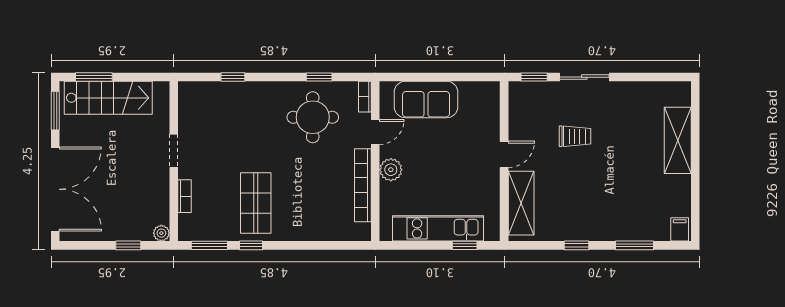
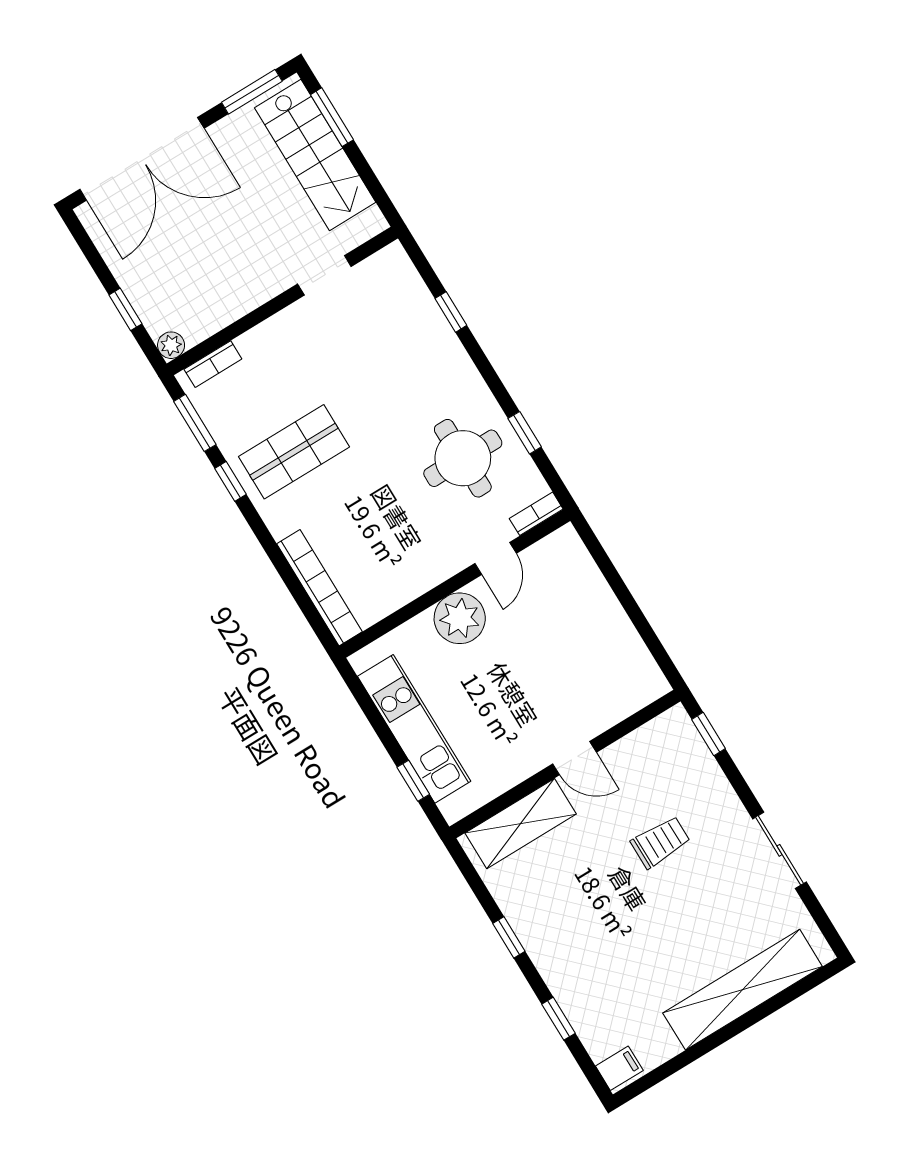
sliding door: (584, 77) -> (779, 850), moved
sofa: (426, 100) -> (585, 602), removed
door: (375, 132) -> (496, 558), hinge flipped
trolley: (575, 136) -> (660, 842), turned -90
shelving: (678, 140) -> (743, 990), width x1.47
doorway: (174, 151) -> (324, 275), moved
plant: (391, 170) -> (460, 618), width x1.36, depth x1.36
bookcase: (363, 185) -> (319, 588), moved, turned 90
bookcase: (184, 196) -> (213, 364), moved
window: (635, 245) -> (558, 1019), width x0.67

